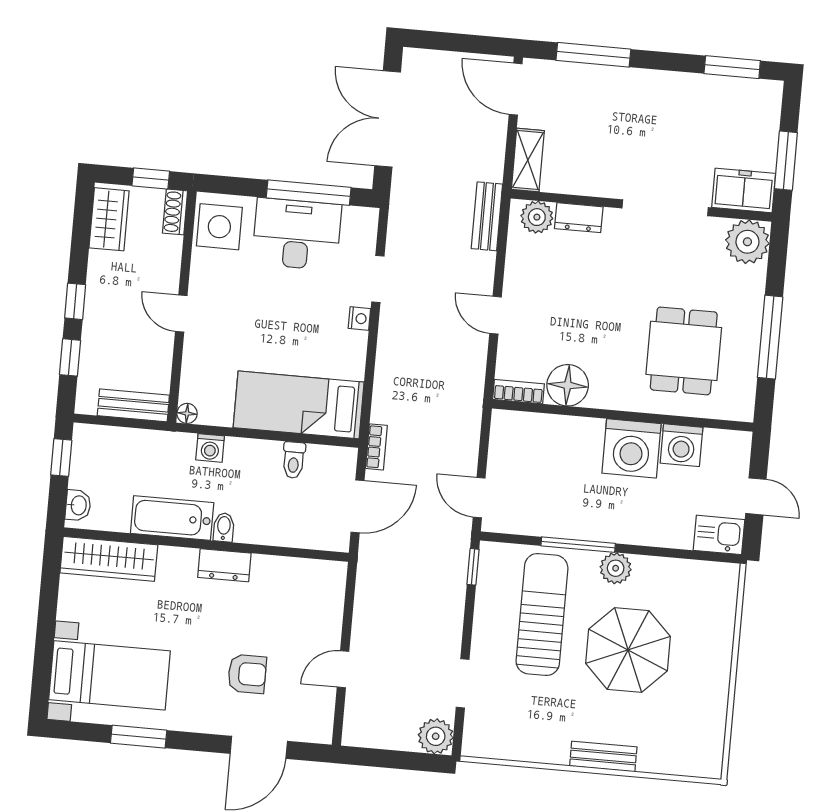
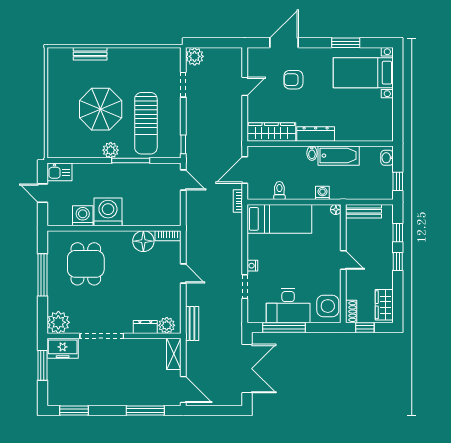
wardrobe: (109, 559) -> (271, 132), moved
dresser: (224, 565) -> (316, 134), width x1.44
bench: (603, 756) -> (90, 54), moved

